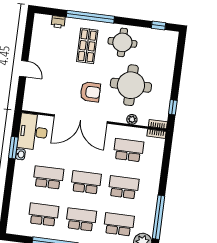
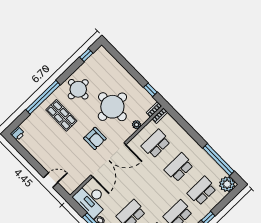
printer: (58, 22) -> (18, 134), moved
door: (24, 69) -> (51, 180), moved
armchair: (90, 92) -> (95, 138), turned 90
school desk: (86, 182) -> (155, 191), removed

